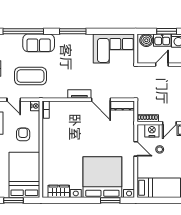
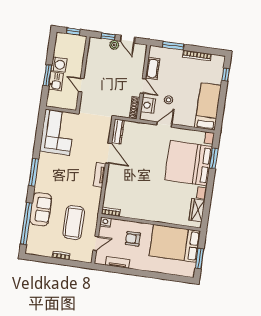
boiler: (146, 40) -> (54, 98), removed
door: (101, 100) -> (109, 153), hinge flipped

